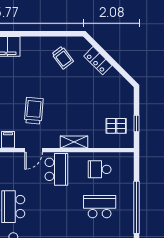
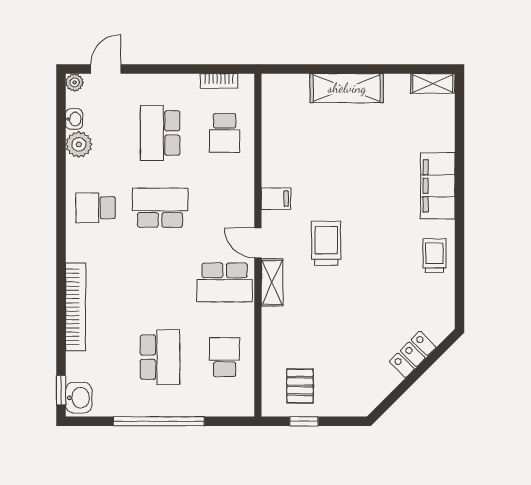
trolley: (63, 58) -> (434, 256), moved, turned 127
trolley: (34, 111) -> (326, 243), turned -95
shelving: (74, 142) -> (272, 282), moved

